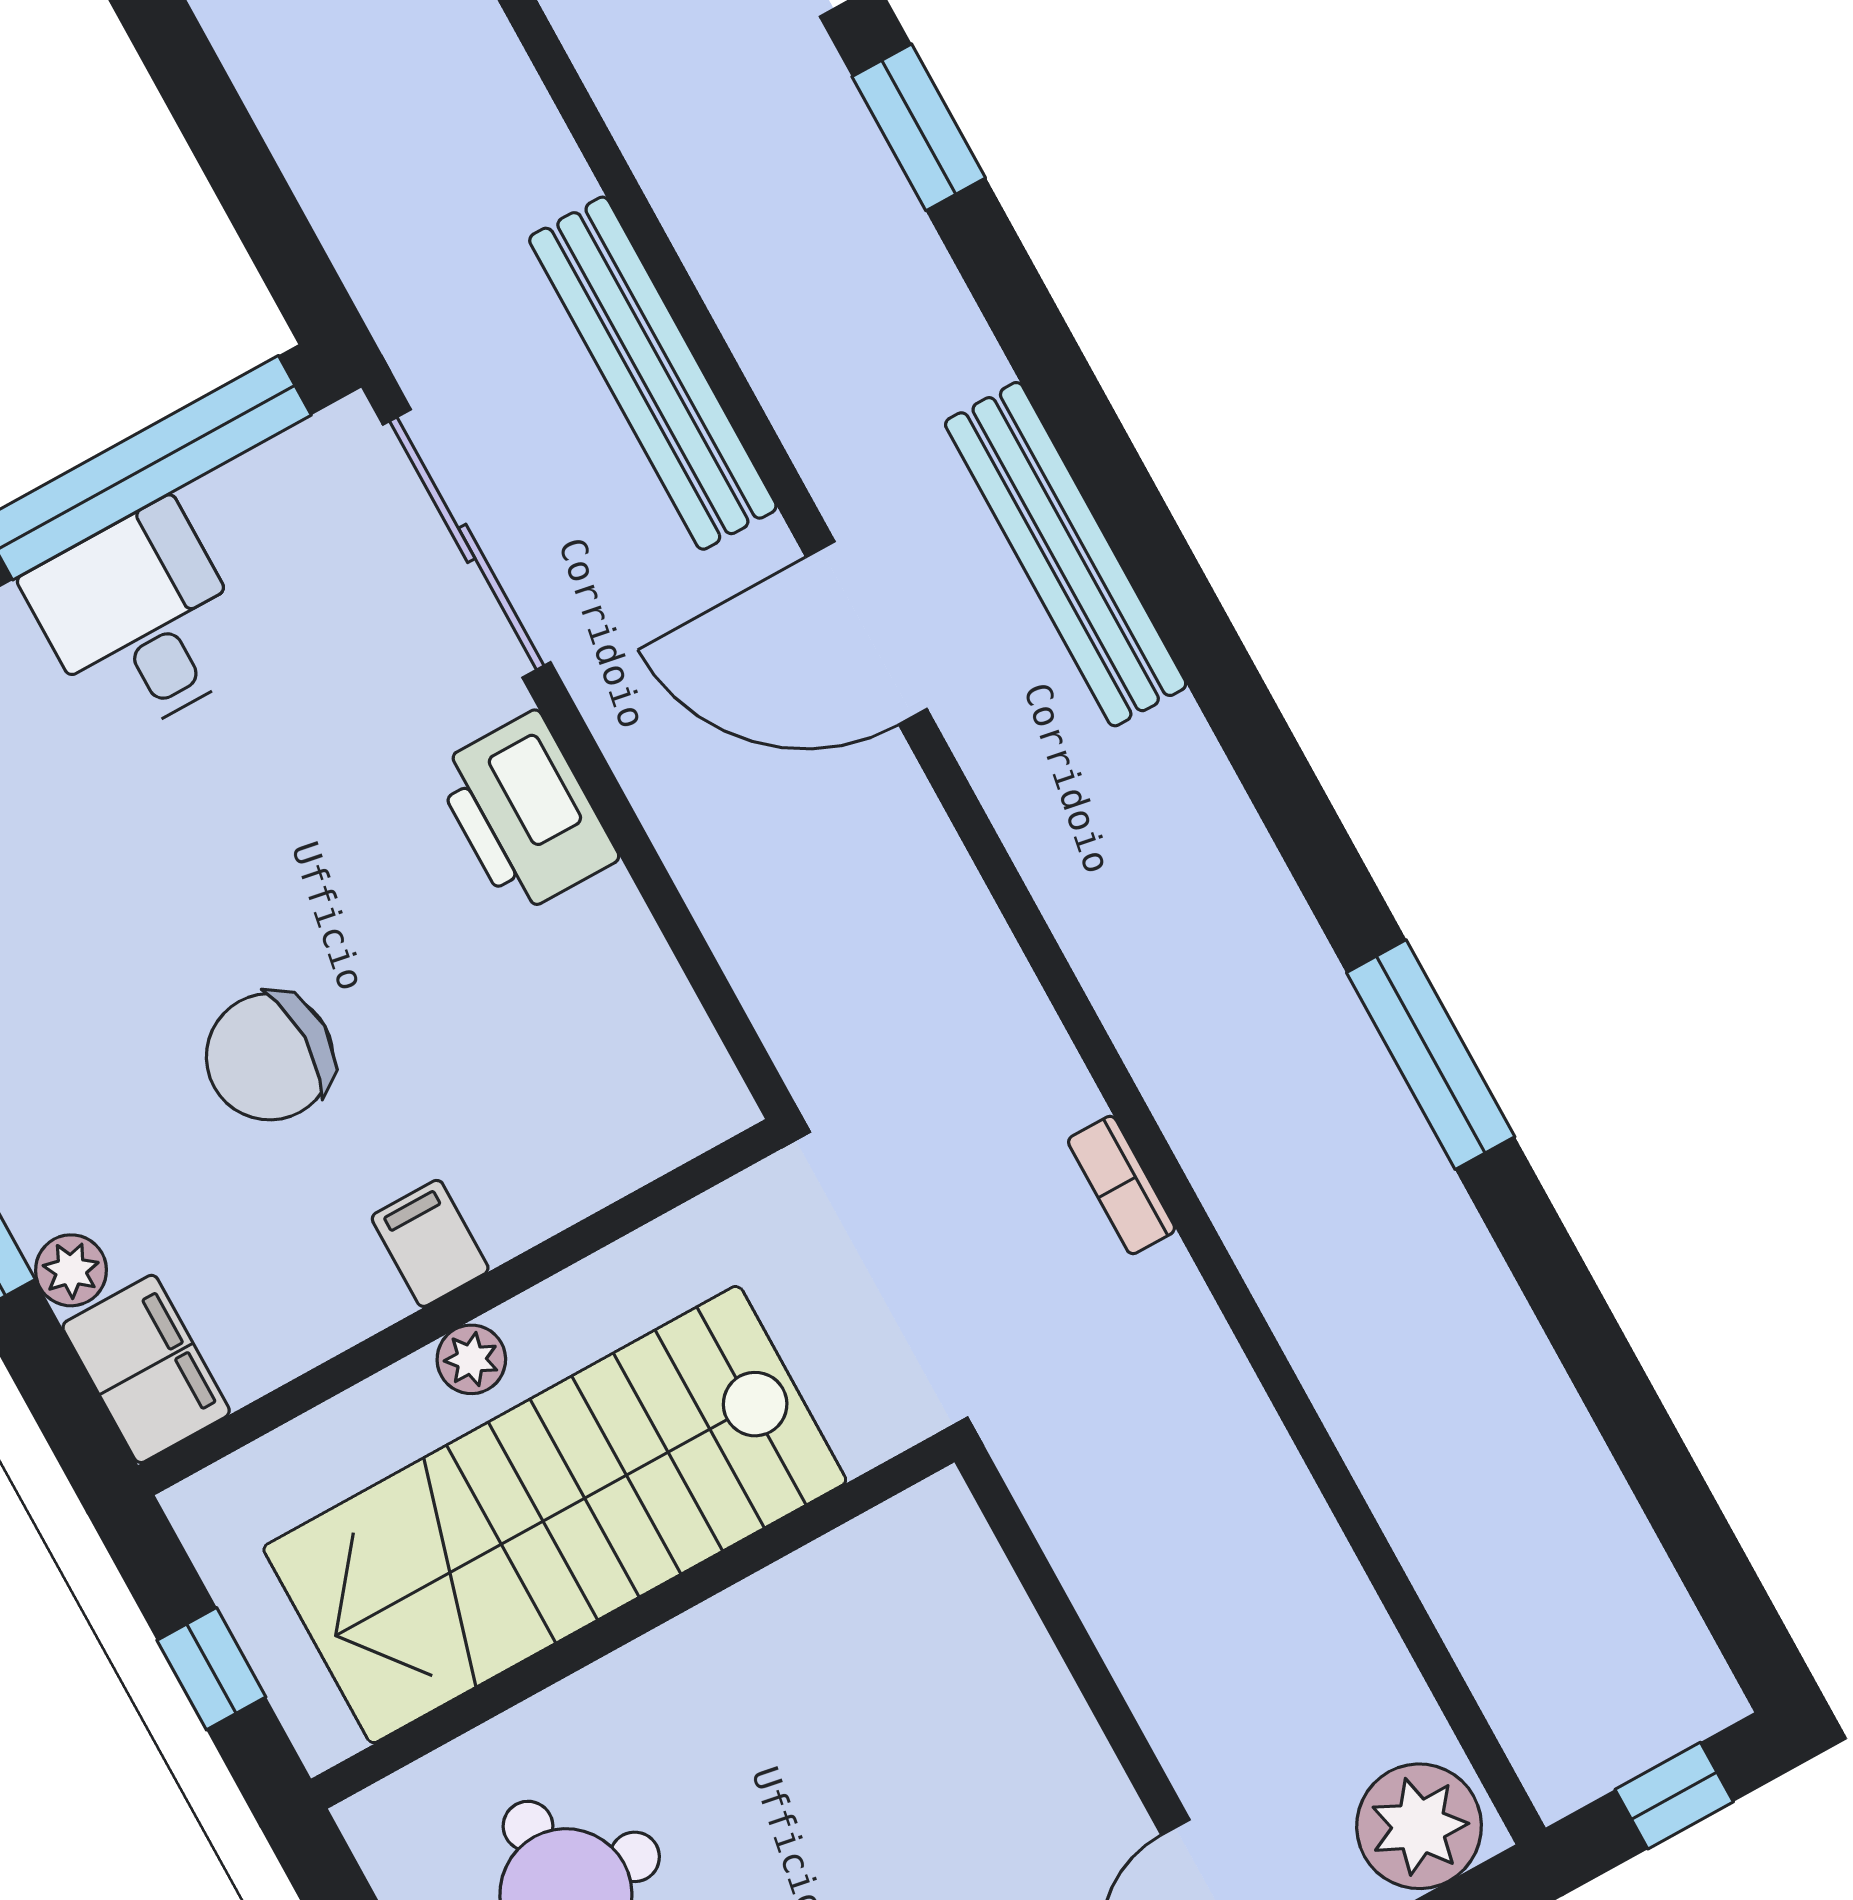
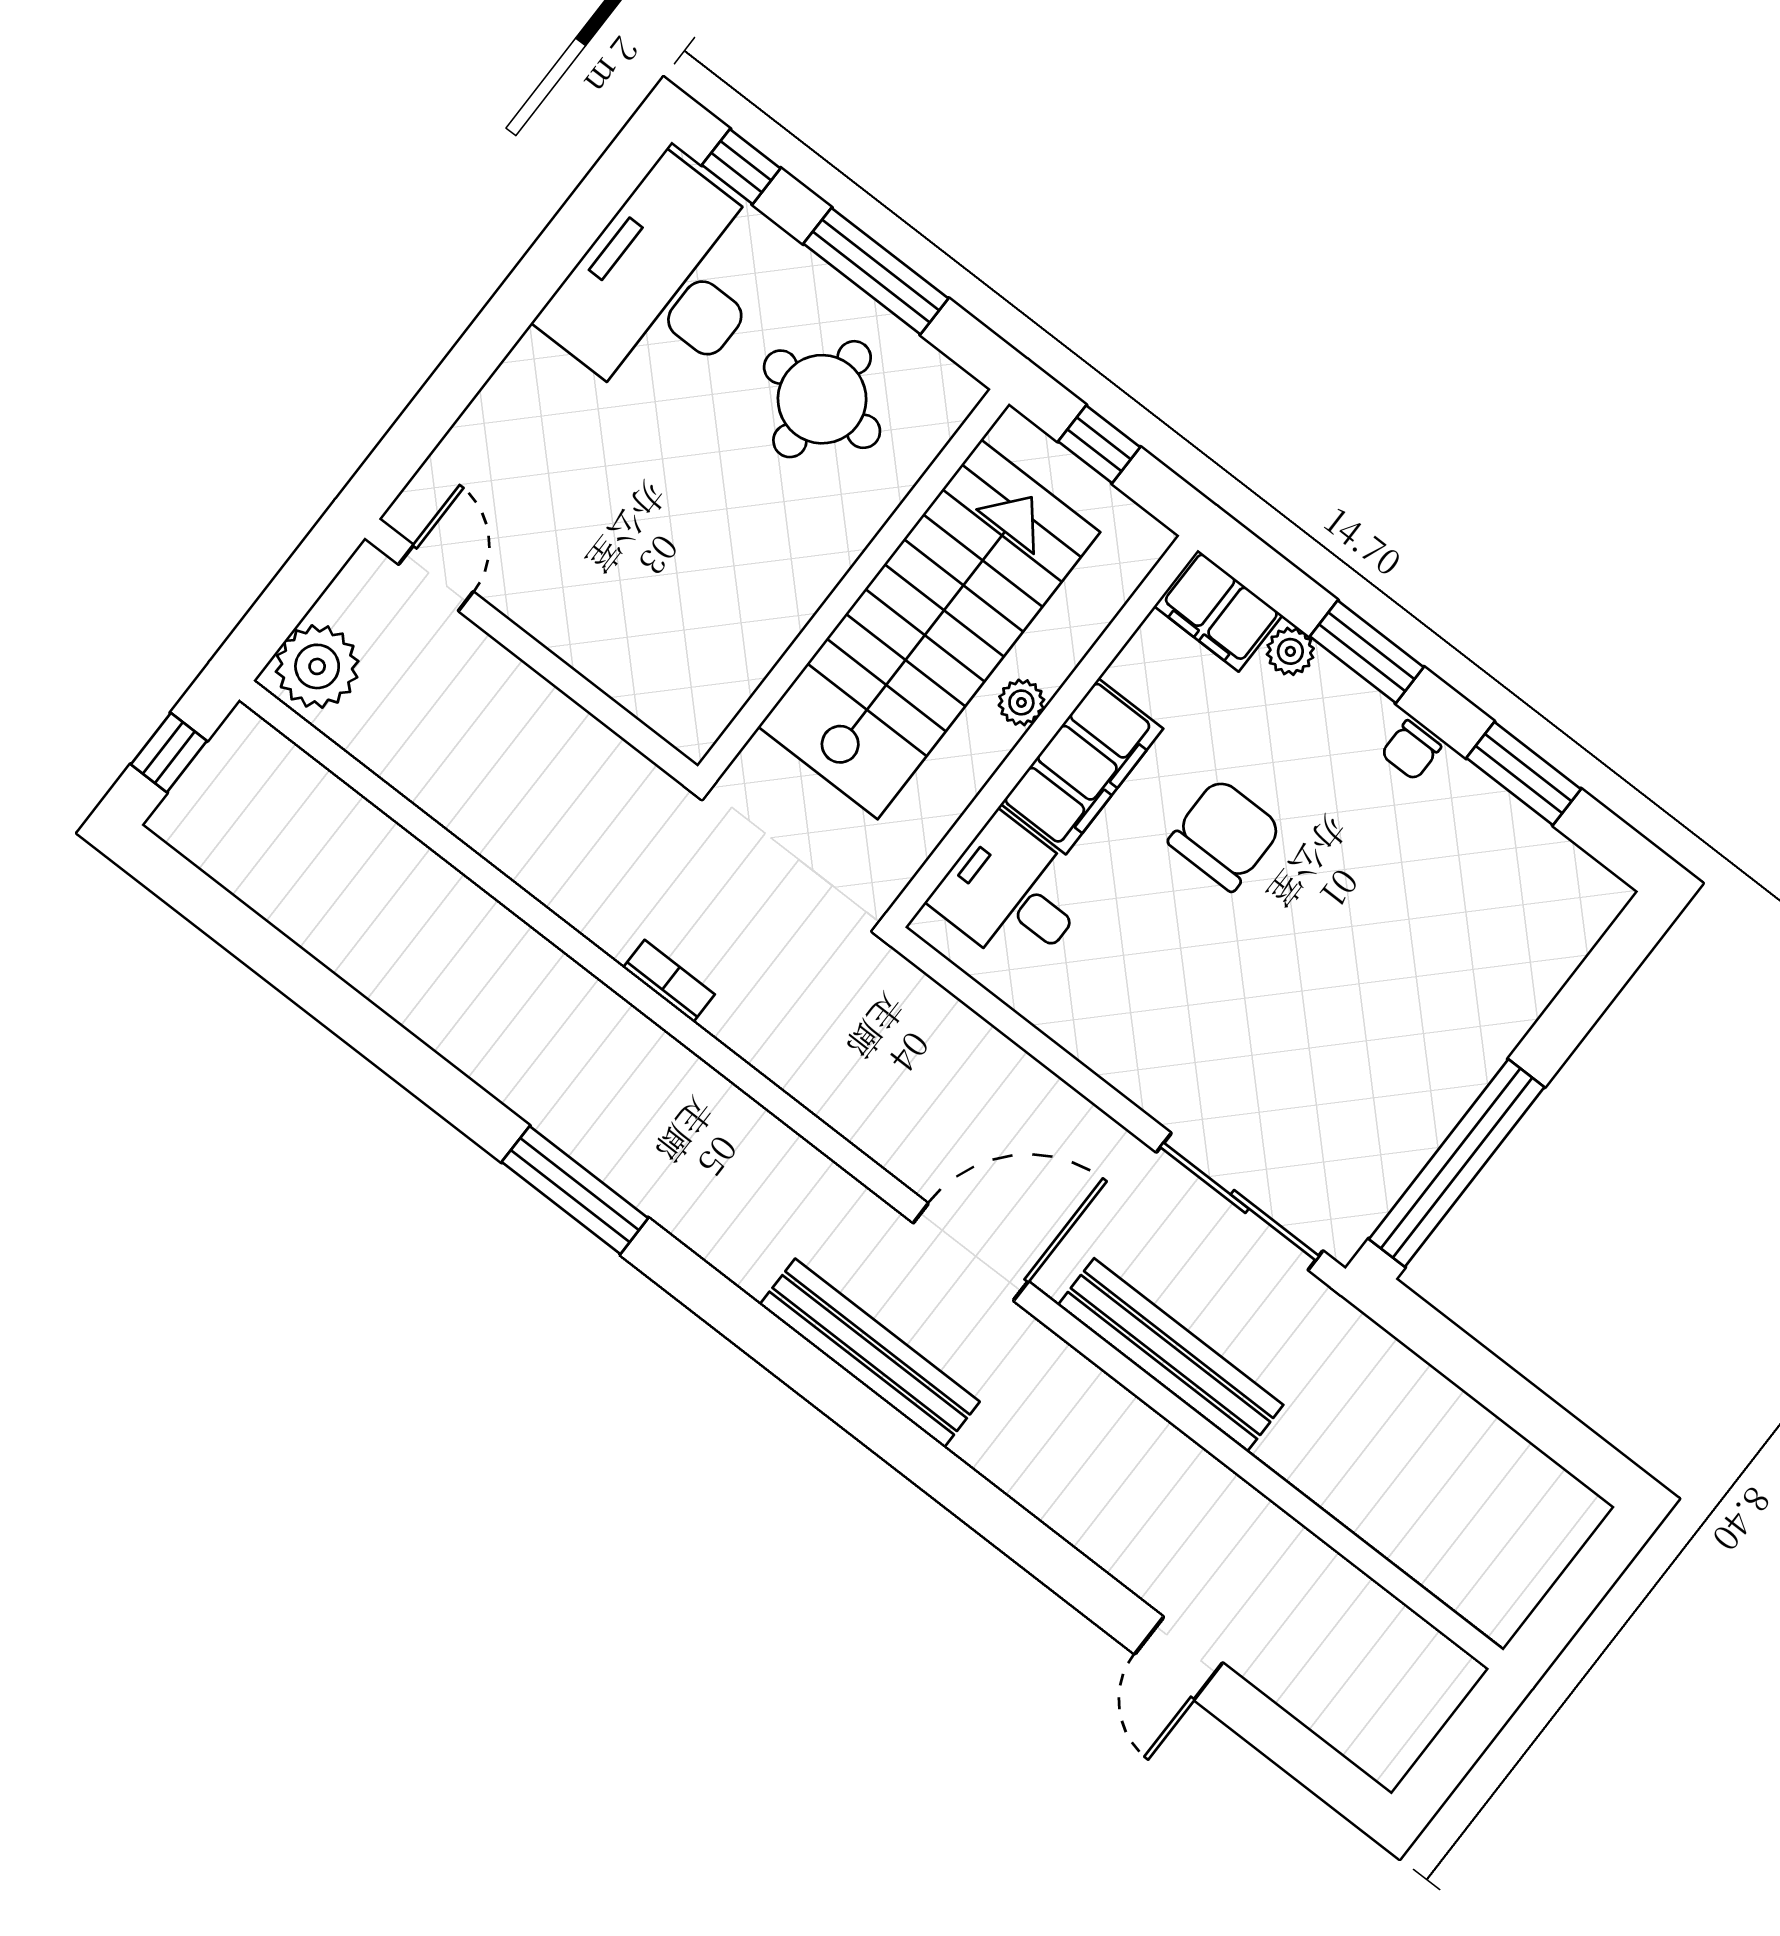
window: (919, 127) -> (1072, 1576), removed
desk: (140, 620) -> (1012, 894), moved, turned 180
printer: (525, 813) -> (1133, 1052), removed
window: (1431, 1055) -> (575, 1190), moved
filing cabinet: (430, 1243) -> (1082, 766), width x3.00, depth x1.17

